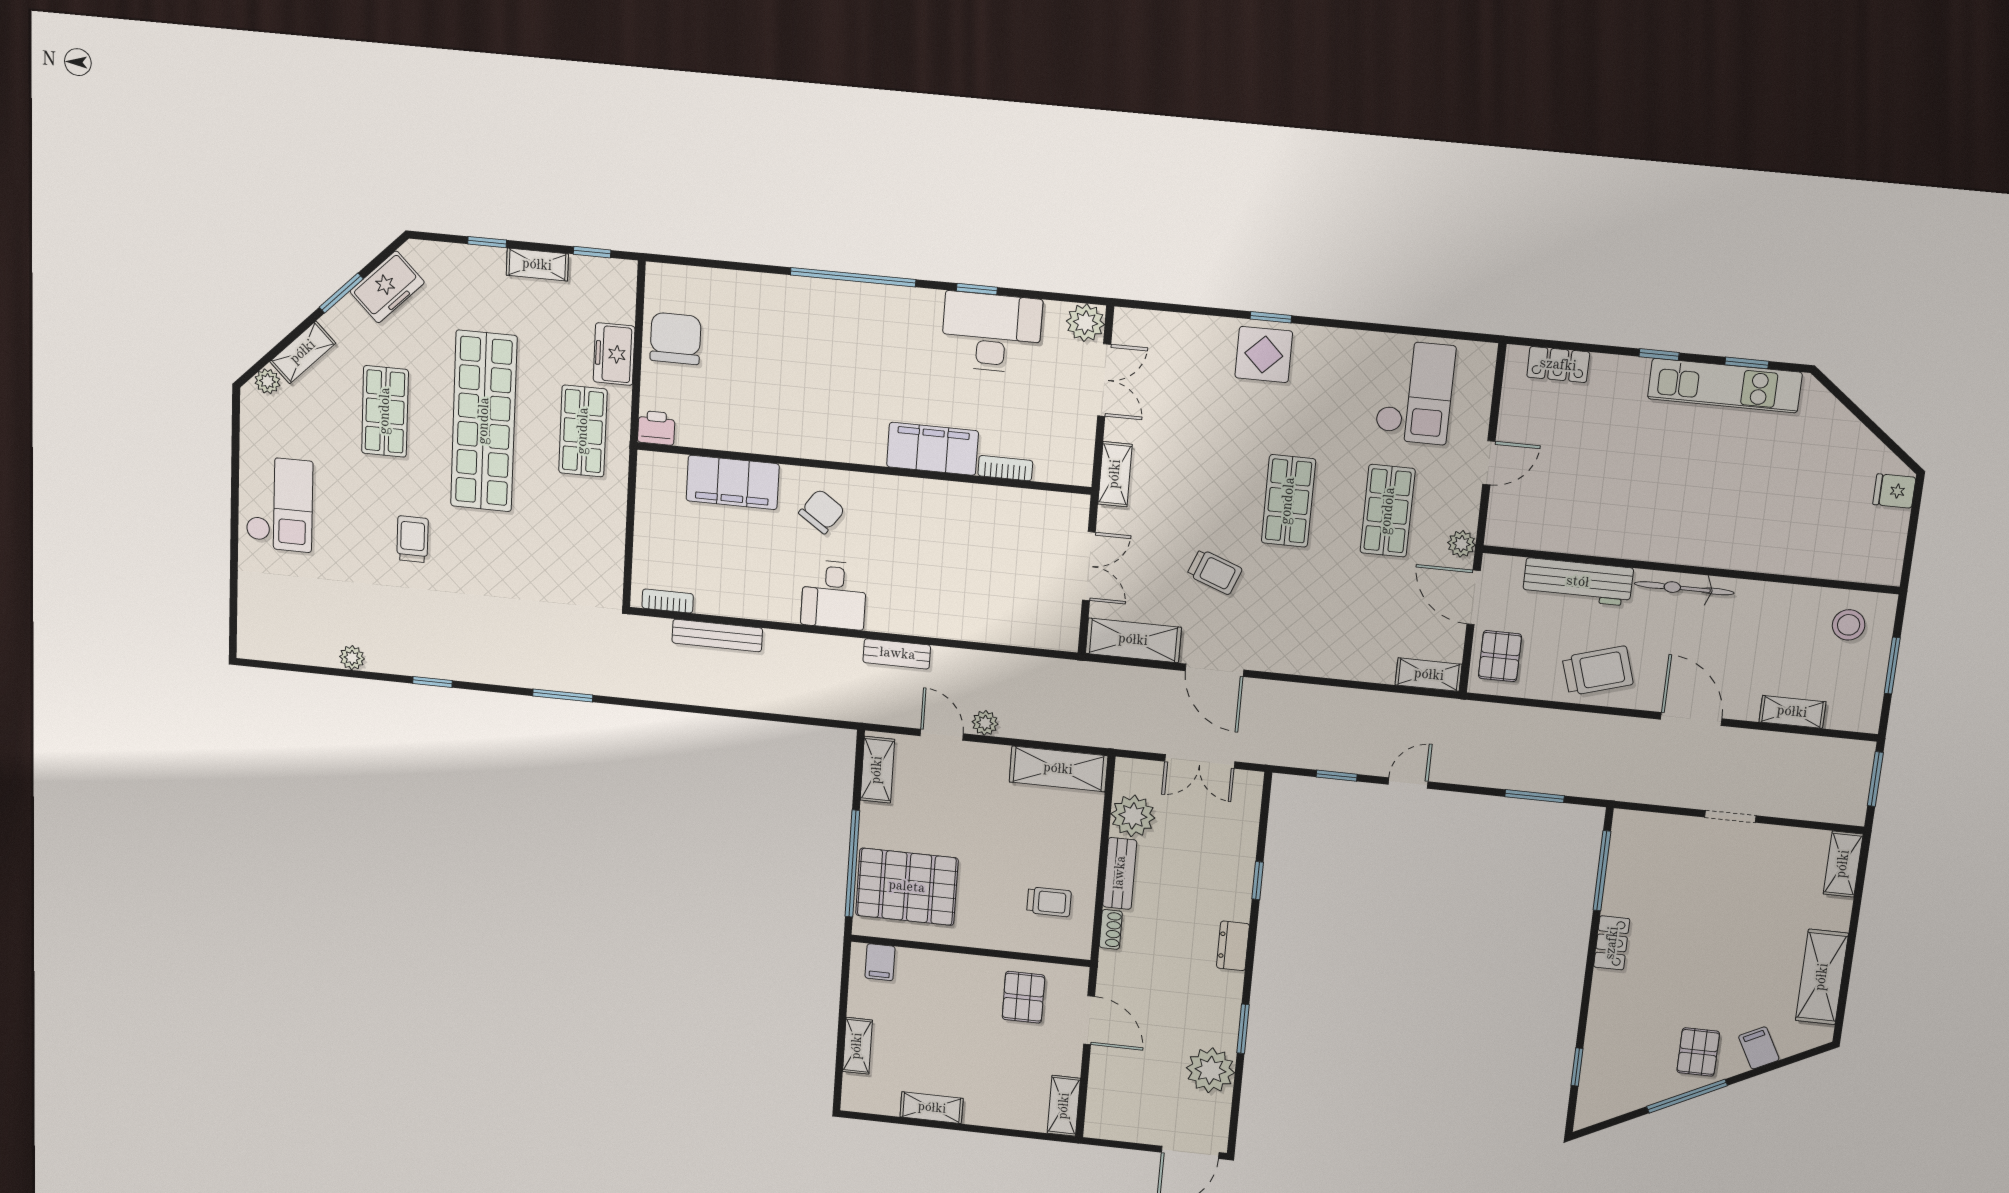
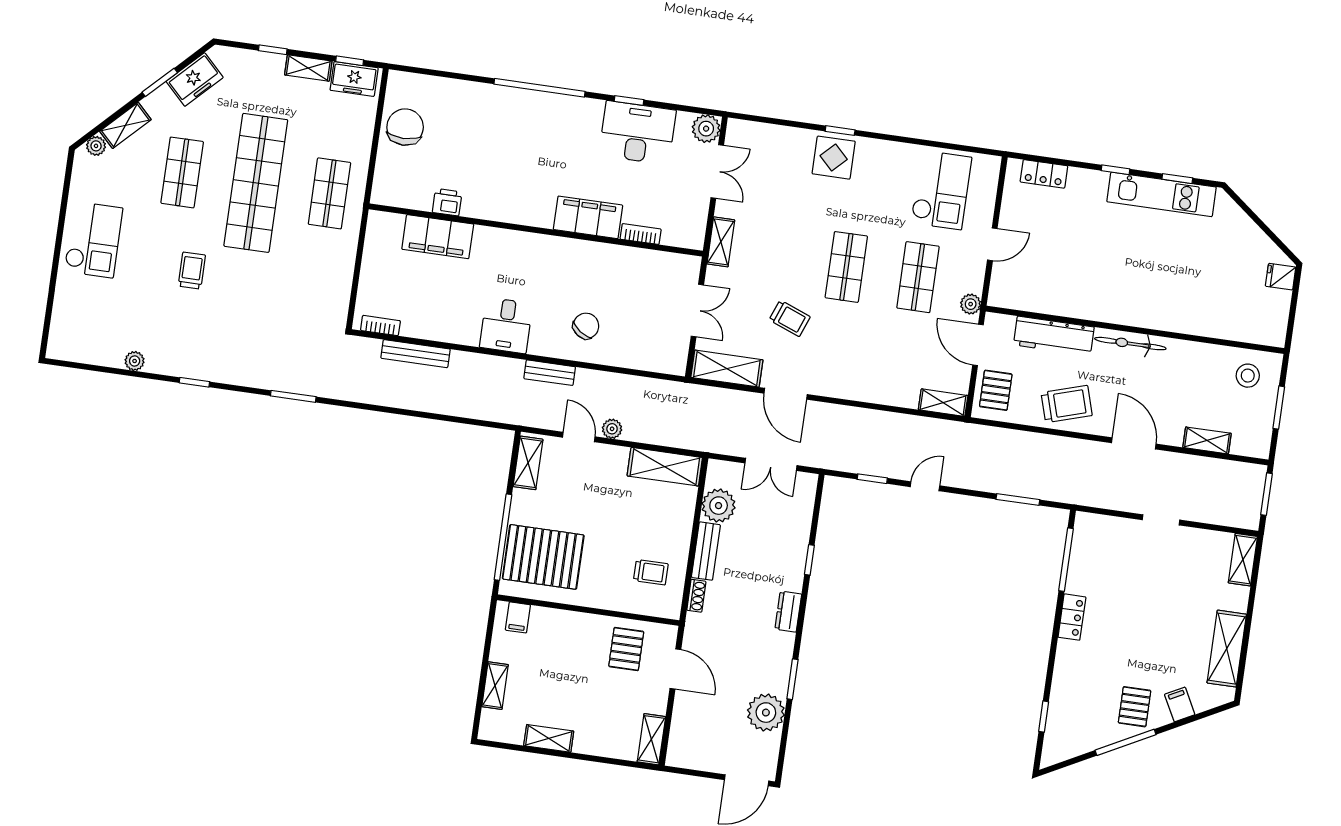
freezer: (614, 354) -> (354, 79), moved, turned -90
printer: (656, 428) -> (447, 202), moved
chair: (822, 511) -> (586, 326), moved

